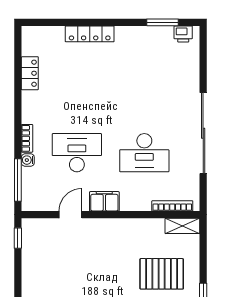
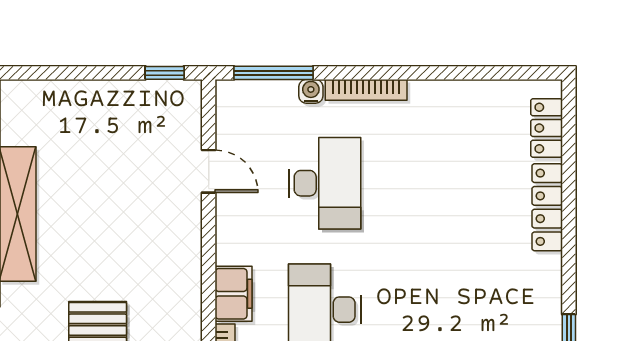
locker: (30, 73) -> (547, 128), moved, turned 90
bookcase: (27, 138) -> (366, 90), width x1.56
filing cabinet: (104, 201) -> (234, 294), moved

